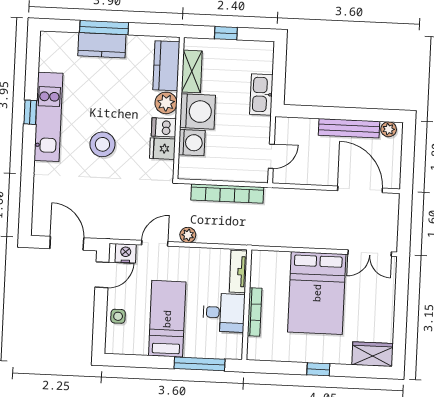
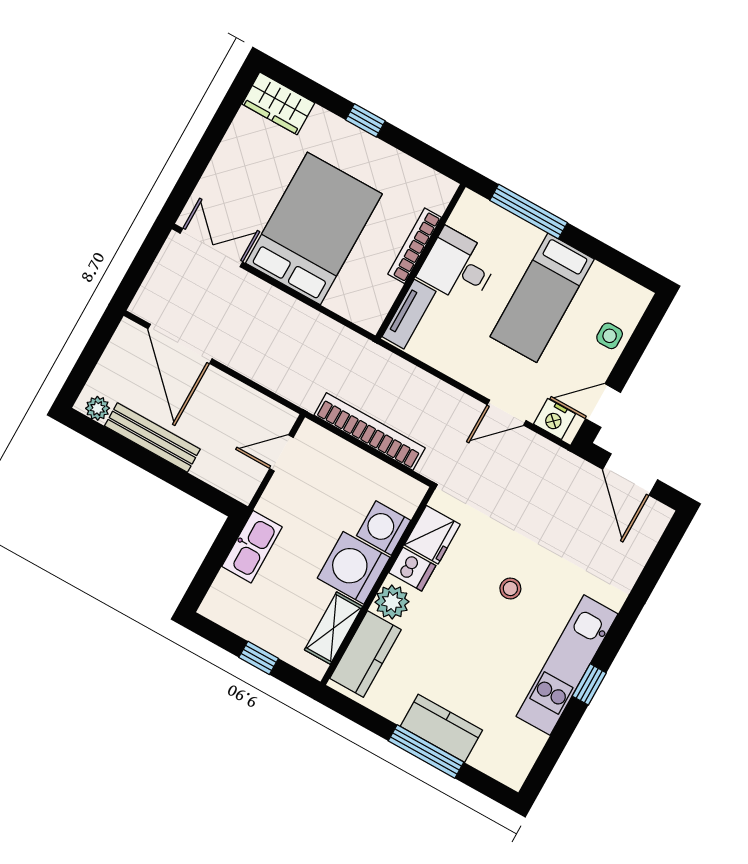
stool: (102, 144) -> (510, 588), width x0.53, depth x0.53
fridge: (162, 149) -> (432, 535), width x1.38
plant: (188, 235) -> (454, 401), removed

